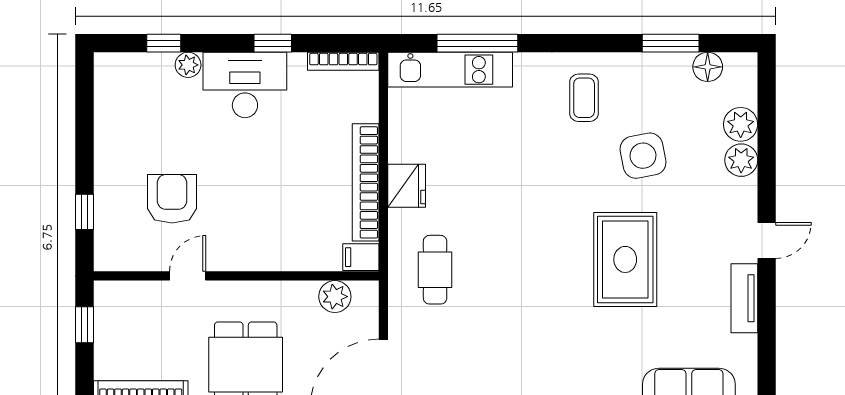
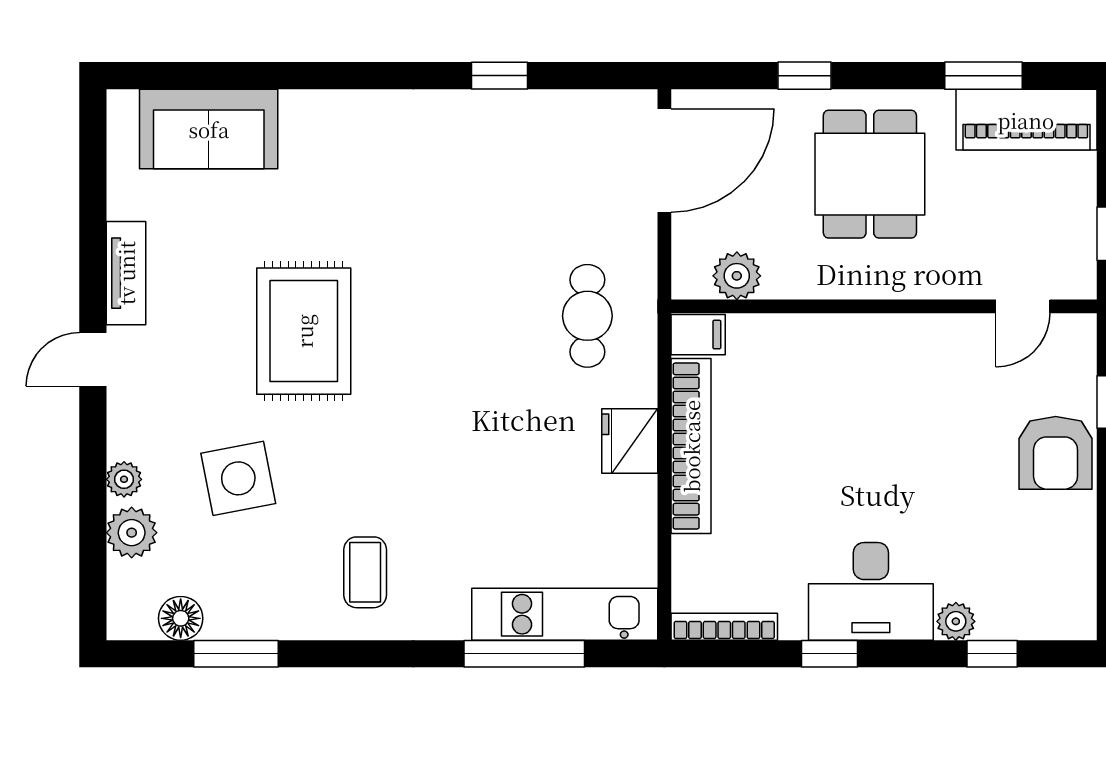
side table: (643, 156) -> (238, 478), moved
plant: (741, 160) -> (124, 479), width x0.73, depth x0.73
armchair: (172, 199) -> (1056, 453), moved
door: (188, 276) -> (1023, 306), moved

